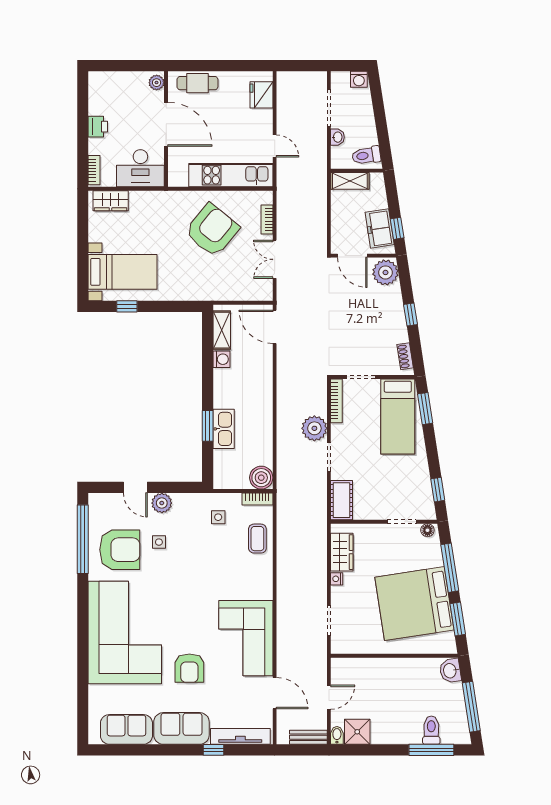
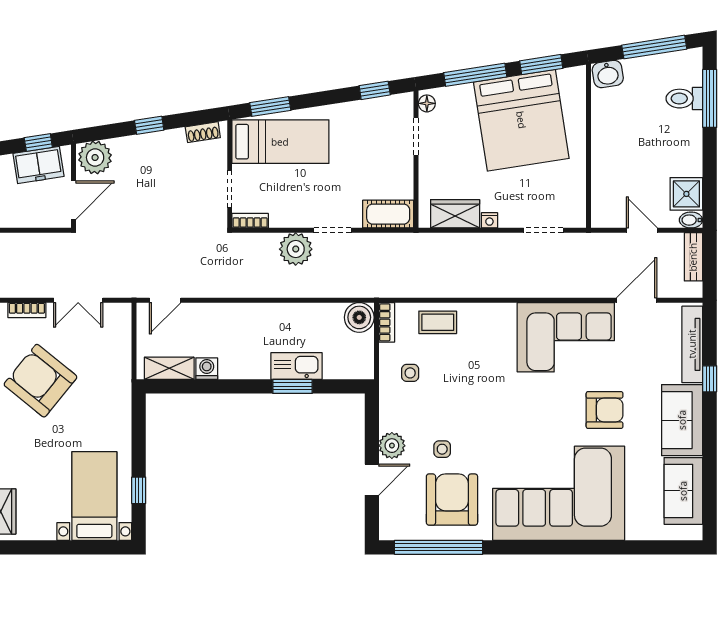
door: (275, 327) -> (165, 300), width x0.73
bookcase: (336, 401) -> (250, 221), width x0.64

